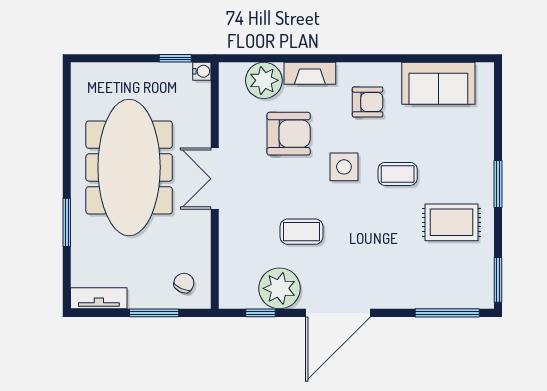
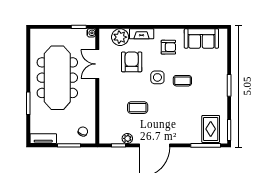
armchair: (289, 134) -> (132, 62), turned -90
double door: (215, 179) -> (97, 64), moved
rug: (452, 222) -> (211, 129), moved, turned 90
plant: (279, 288) -> (127, 138), width x0.53, depth x0.53

